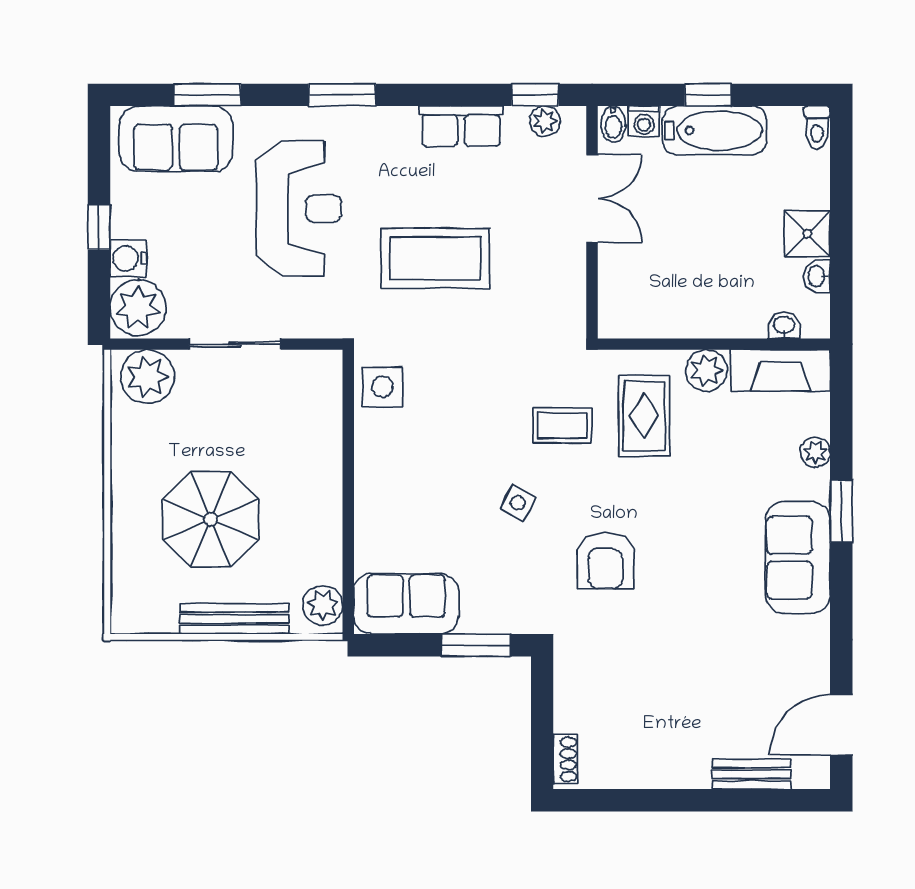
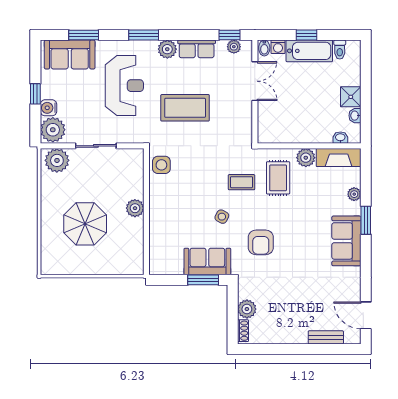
plant: (395, 127) -> (167, 49), added
toilet: (817, 127) -> (340, 50), moved
sofa: (406, 604) -> (207, 261), moved
plant: (323, 605) -> (135, 208), moved
bench: (234, 619) -> (96, 268), removed
plant: (574, 711) -> (247, 309), added
door: (841, 725) -> (366, 315), hinge flipped

